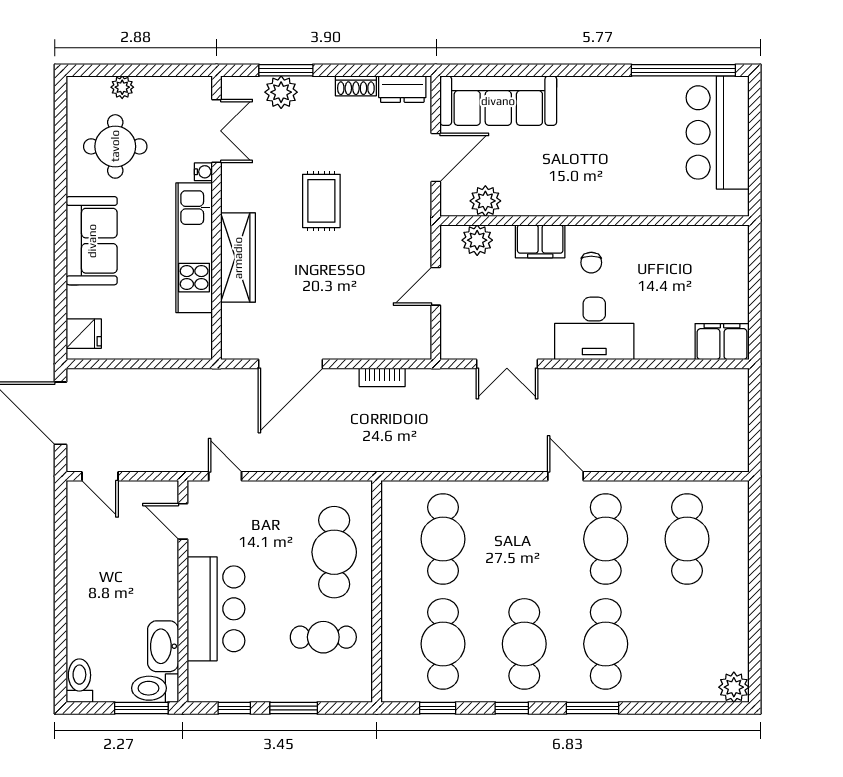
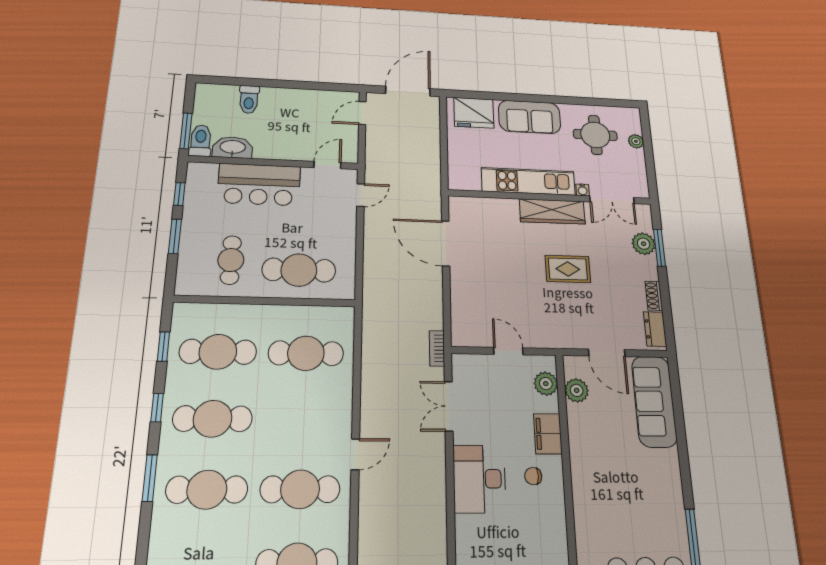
wardrobe: (238, 258) -> (552, 211), moved
fridge: (84, 334) -> (474, 113), width x1.88, depth x1.34
bookcase: (382, 377) -> (437, 348), moved
toilet: (79, 681) -> (249, 99), moved, turned 90

